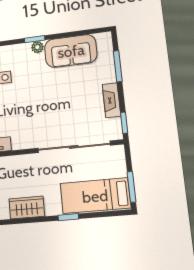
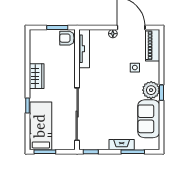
plant: (37, 47) -> (151, 90), width x1.87, depth x1.87
fireplace: (111, 100) -> (122, 145), moved

